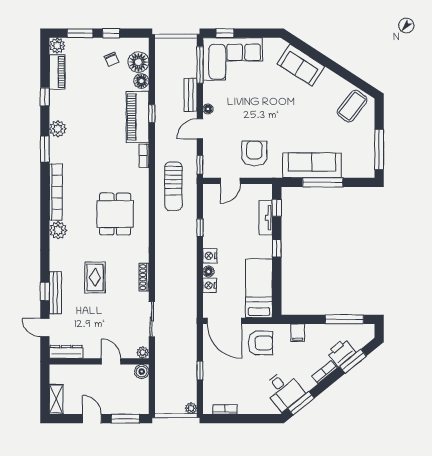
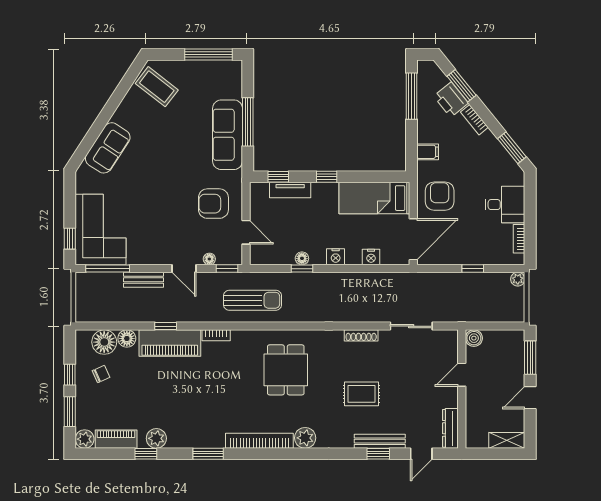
floor lamp: (208, 109) -> (209, 259), moved
plant: (58, 129) -> (156, 438), moved
dining table: (115, 214) -> (286, 370), turned 90
floor lamp: (208, 272) -> (302, 258), moved
plant: (143, 352) -> (451, 337), removed
desk: (284, 390) -> (505, 205), moved, turned 39

